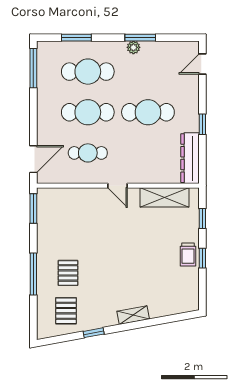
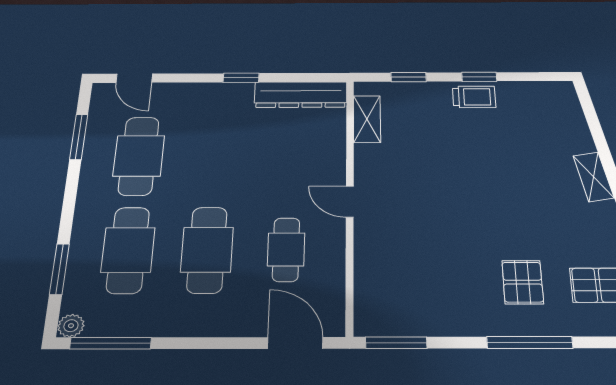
window: (140, 38) -> (79, 137), moved
plant: (133, 47) -> (71, 326), moved
cafe table: (148, 112) -> (139, 156), moved
door: (118, 186) -> (350, 202), swing flipped
shelving: (164, 197) -> (367, 119), width x0.67, depth x0.75
pallet: (68, 273) -> (523, 282), turned 90

